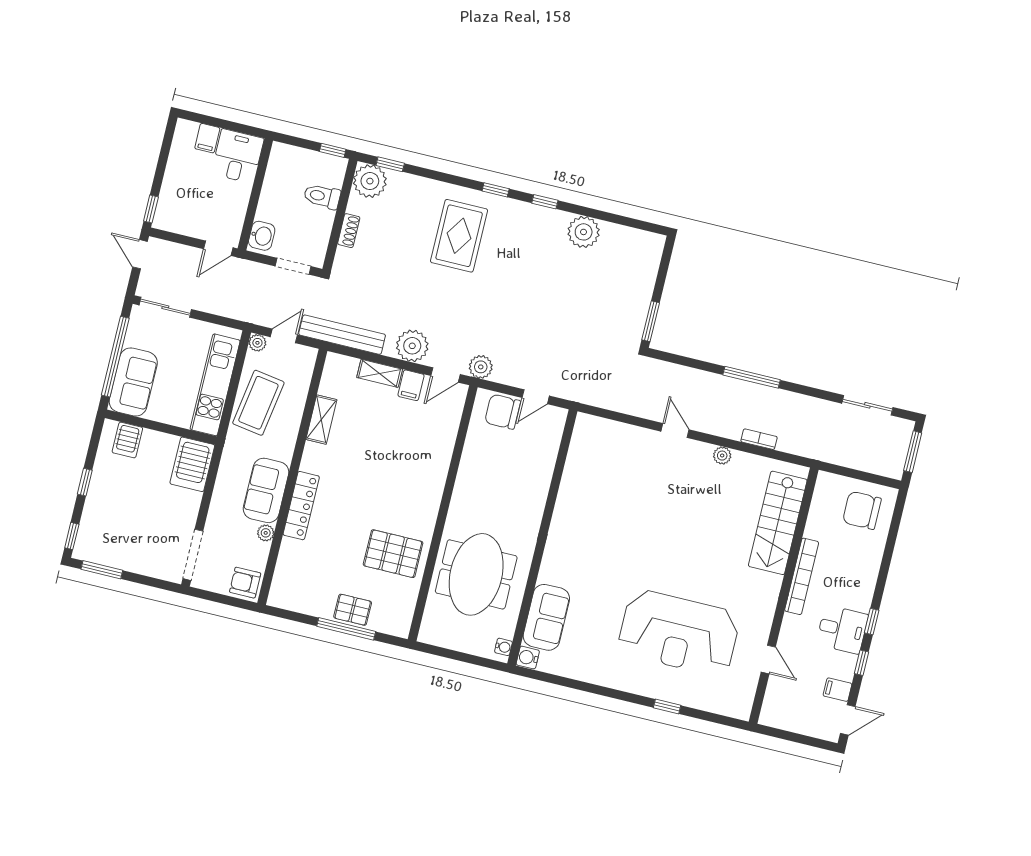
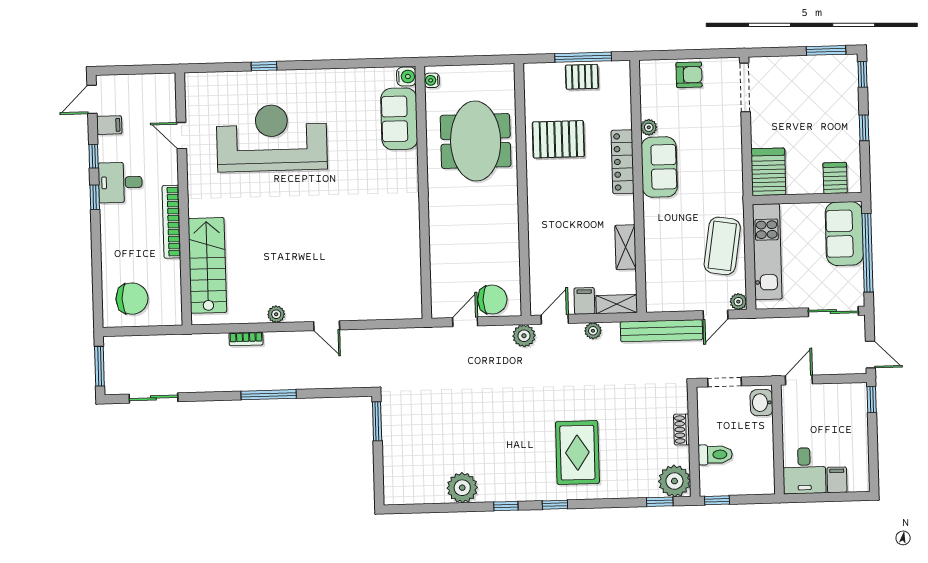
plant: (412, 346) -> (593, 331), width x0.53, depth x0.53
shelving: (321, 420) -> (626, 247), moved
wall: (292, 477) -> (638, 186), moved
sofa: (266, 490) -> (659, 167), moved
locker: (301, 506) -> (623, 162), moved
plant: (266, 533) -> (649, 127), moved

